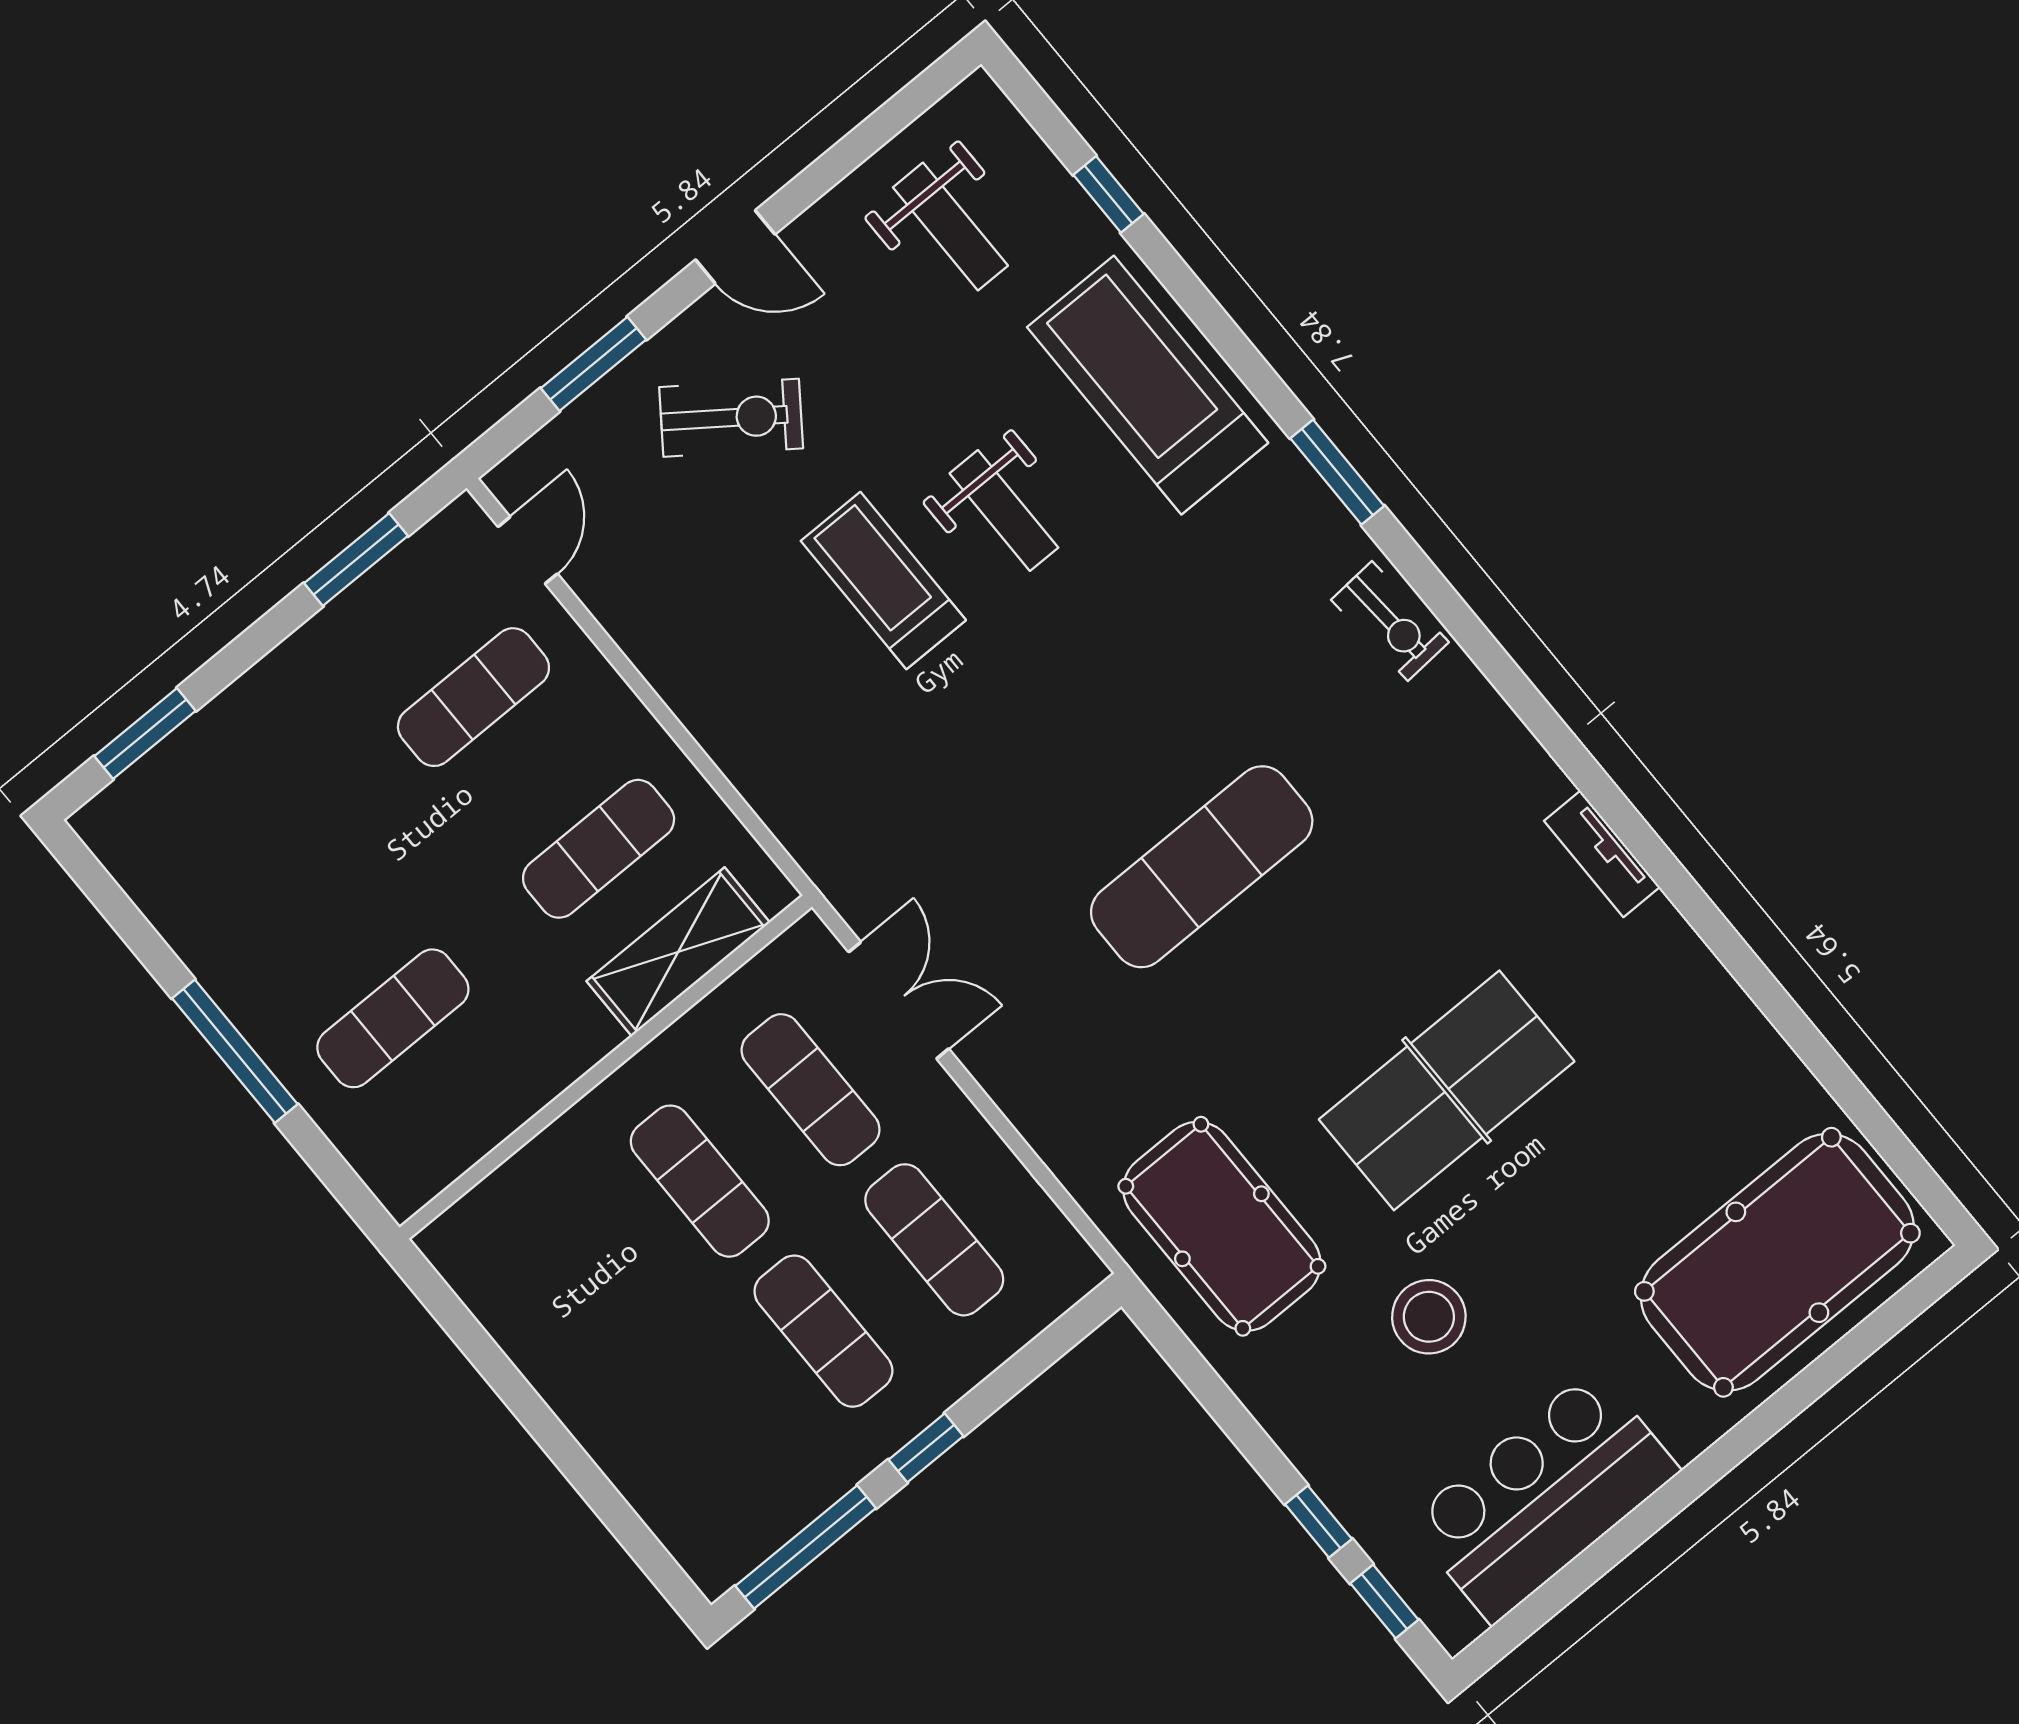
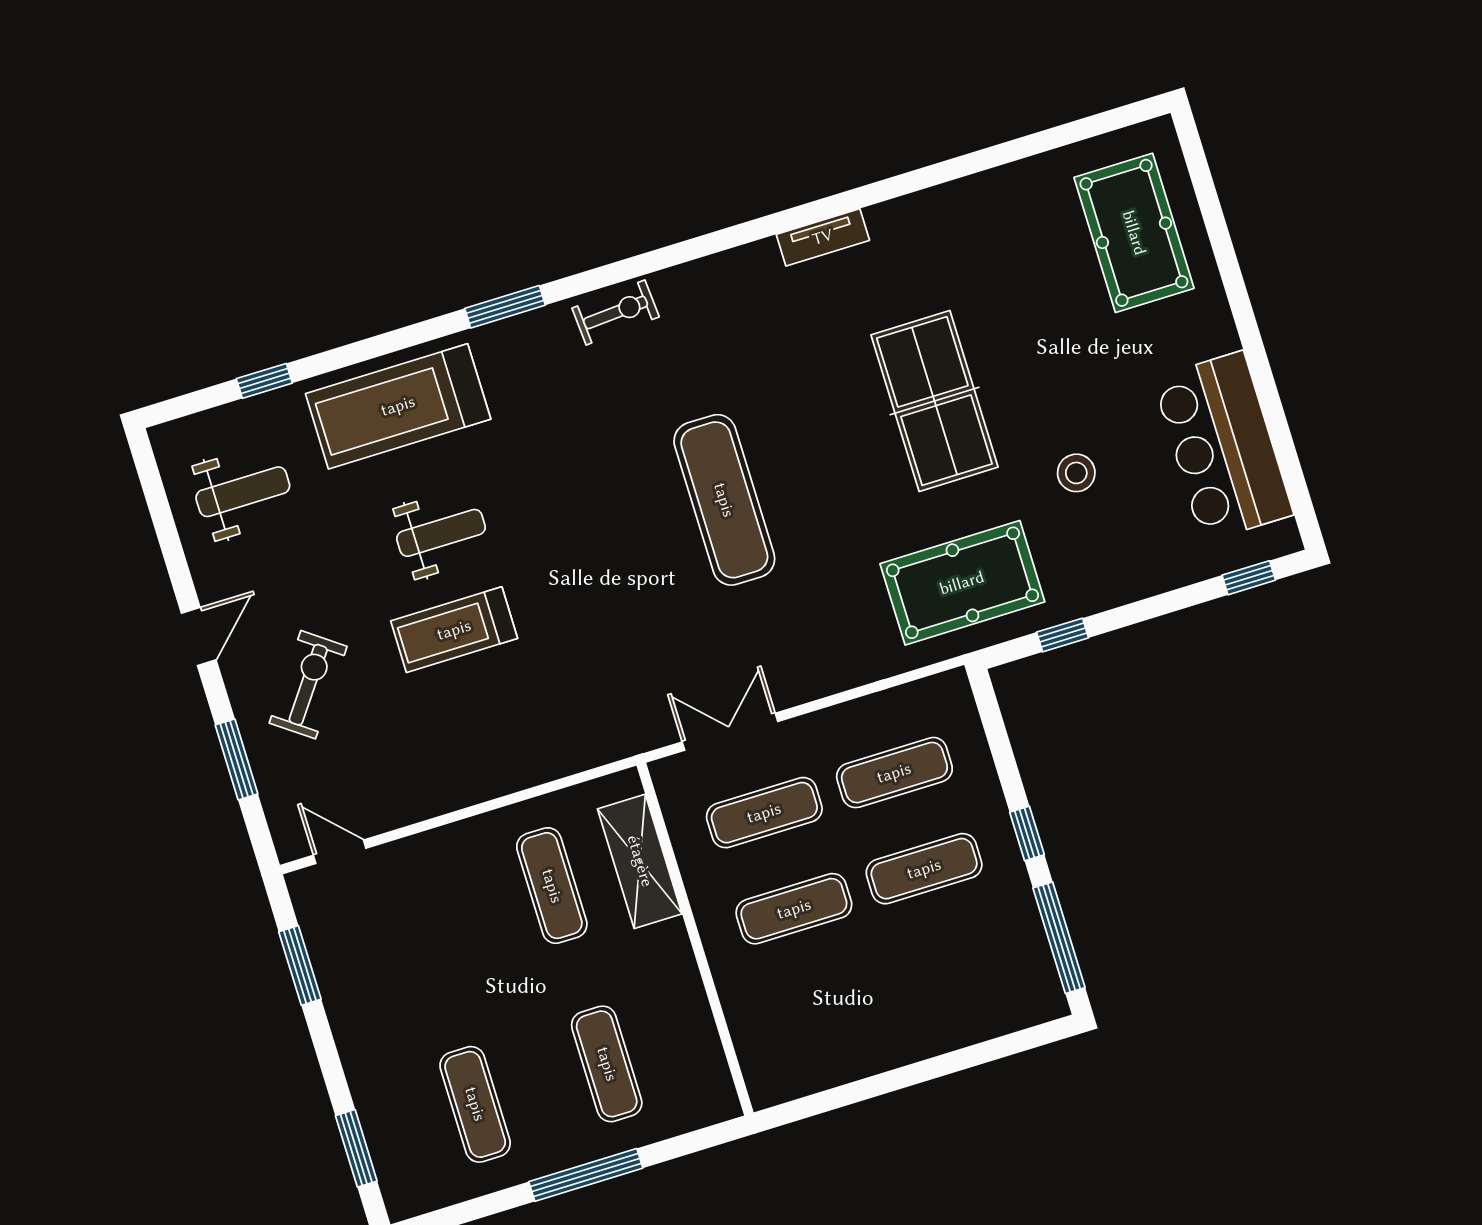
exercise mat: (473, 697) -> (475, 1104), moved
pool table: (1777, 1262) -> (1134, 233), width x0.73, depth x0.76
stool: (1429, 1317) -> (1076, 473), width x0.73, depth x0.73
window: (1318, 1522) -> (1063, 635), moved

